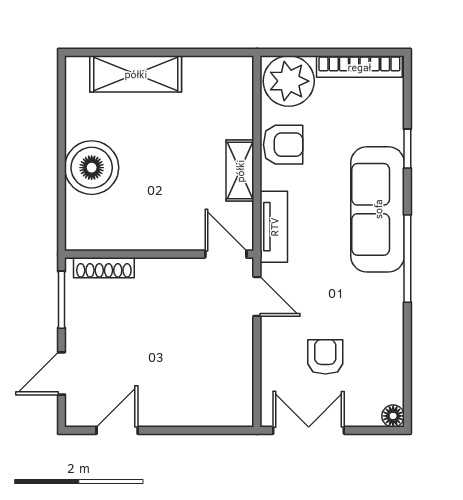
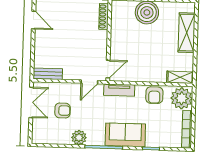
shelving: (240, 171) -> (180, 77), moved
sofa: (378, 209) -> (125, 135), width x0.73
plant: (387, 317) -> (79, 137), added
bench: (241, 394) -> (48, 74), added
floor lamp: (393, 416) -> (36, 139), removed

